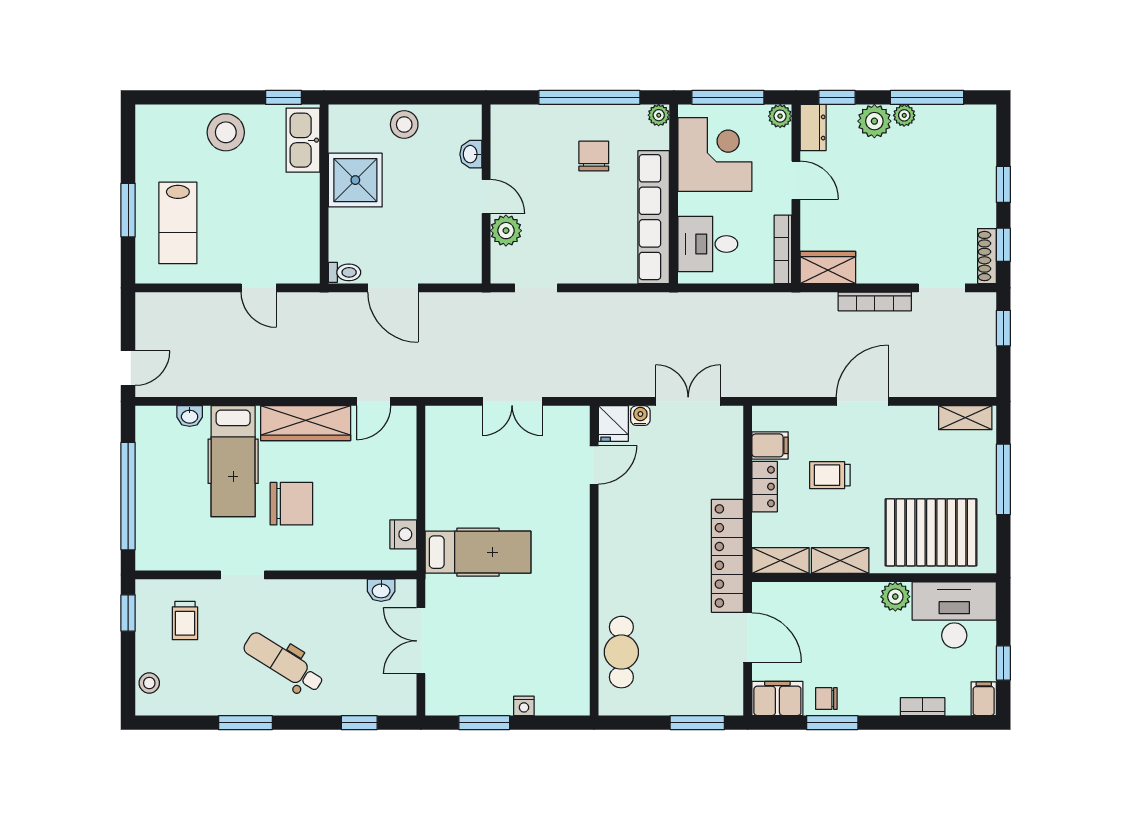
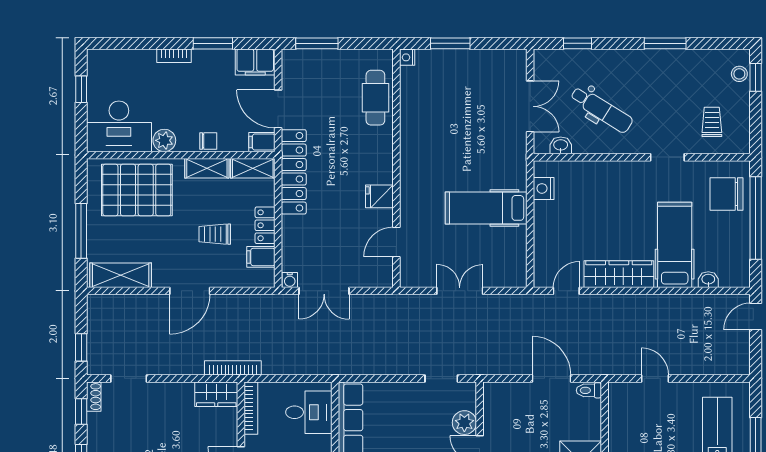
shoe rack: (987, 256) -> (94, 397), width x0.70
bookcase: (875, 301) -> (233, 368), moved
water cooler: (640, 416) -> (290, 280), moved
shelving: (965, 418) -> (121, 275), width x1.50, depth x1.33
fridge: (613, 424) -> (379, 196), moved, turned -90
trolley: (830, 475) -> (215, 234), turned 180
chair: (291, 504) -> (727, 194), moved
hospital bed: (478, 552) -> (486, 208), moved
window: (128, 613) -> (756, 77), moved
dental chair: (284, 663) -> (602, 110), moved
chair: (826, 699) -> (208, 141), moved
filing cabinet: (984, 699) -> (262, 142), moved, turned 90
nightstand: (524, 706) -> (407, 57), moved, turned -90
bookcase: (923, 707) -> (174, 56), moved
window: (484, 723) -> (450, 43), moved

